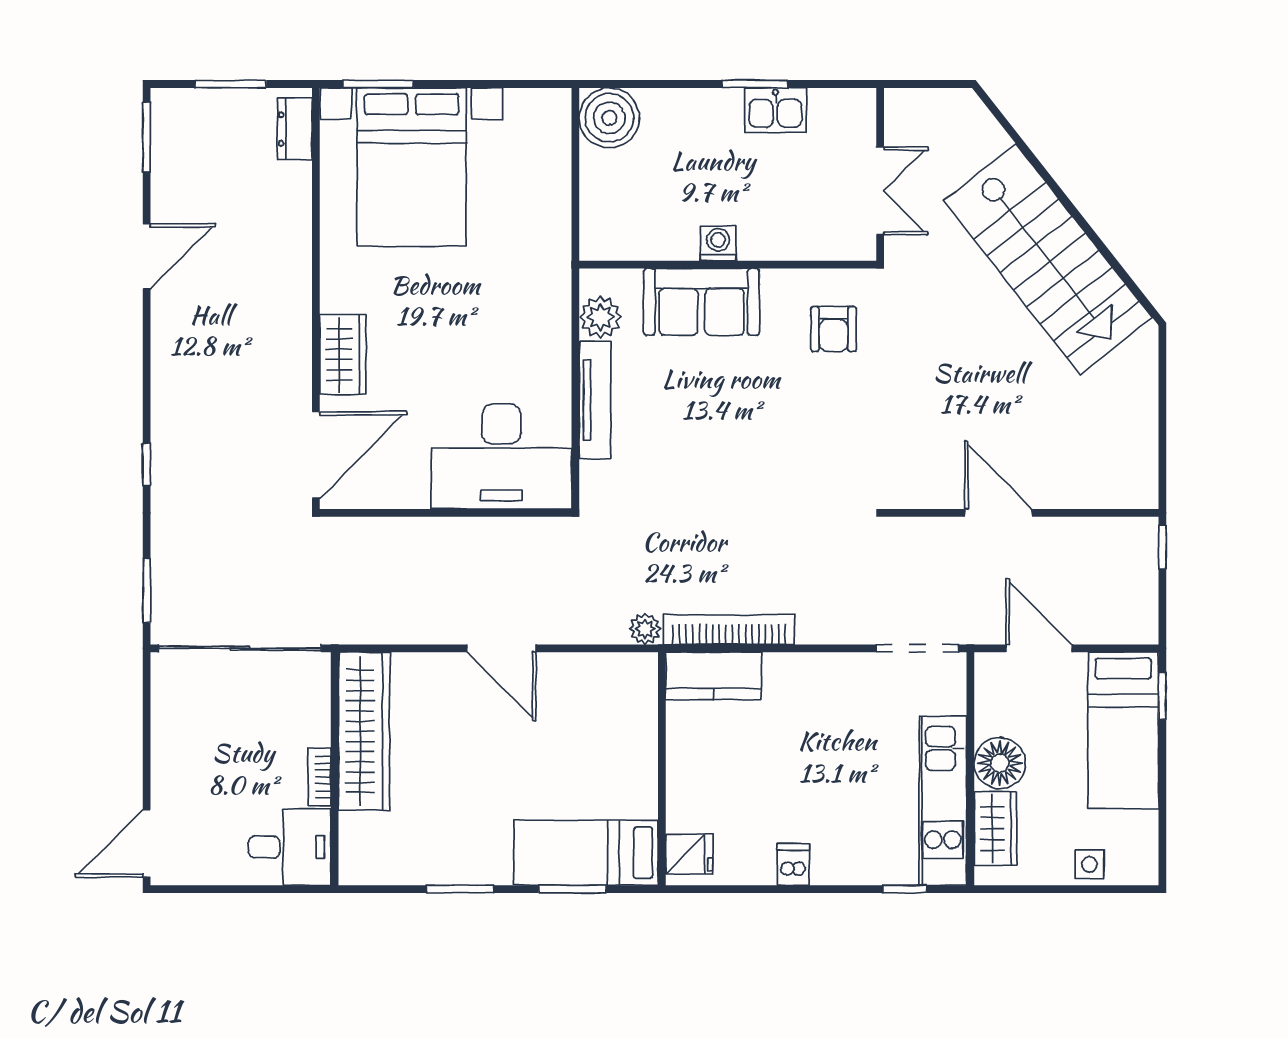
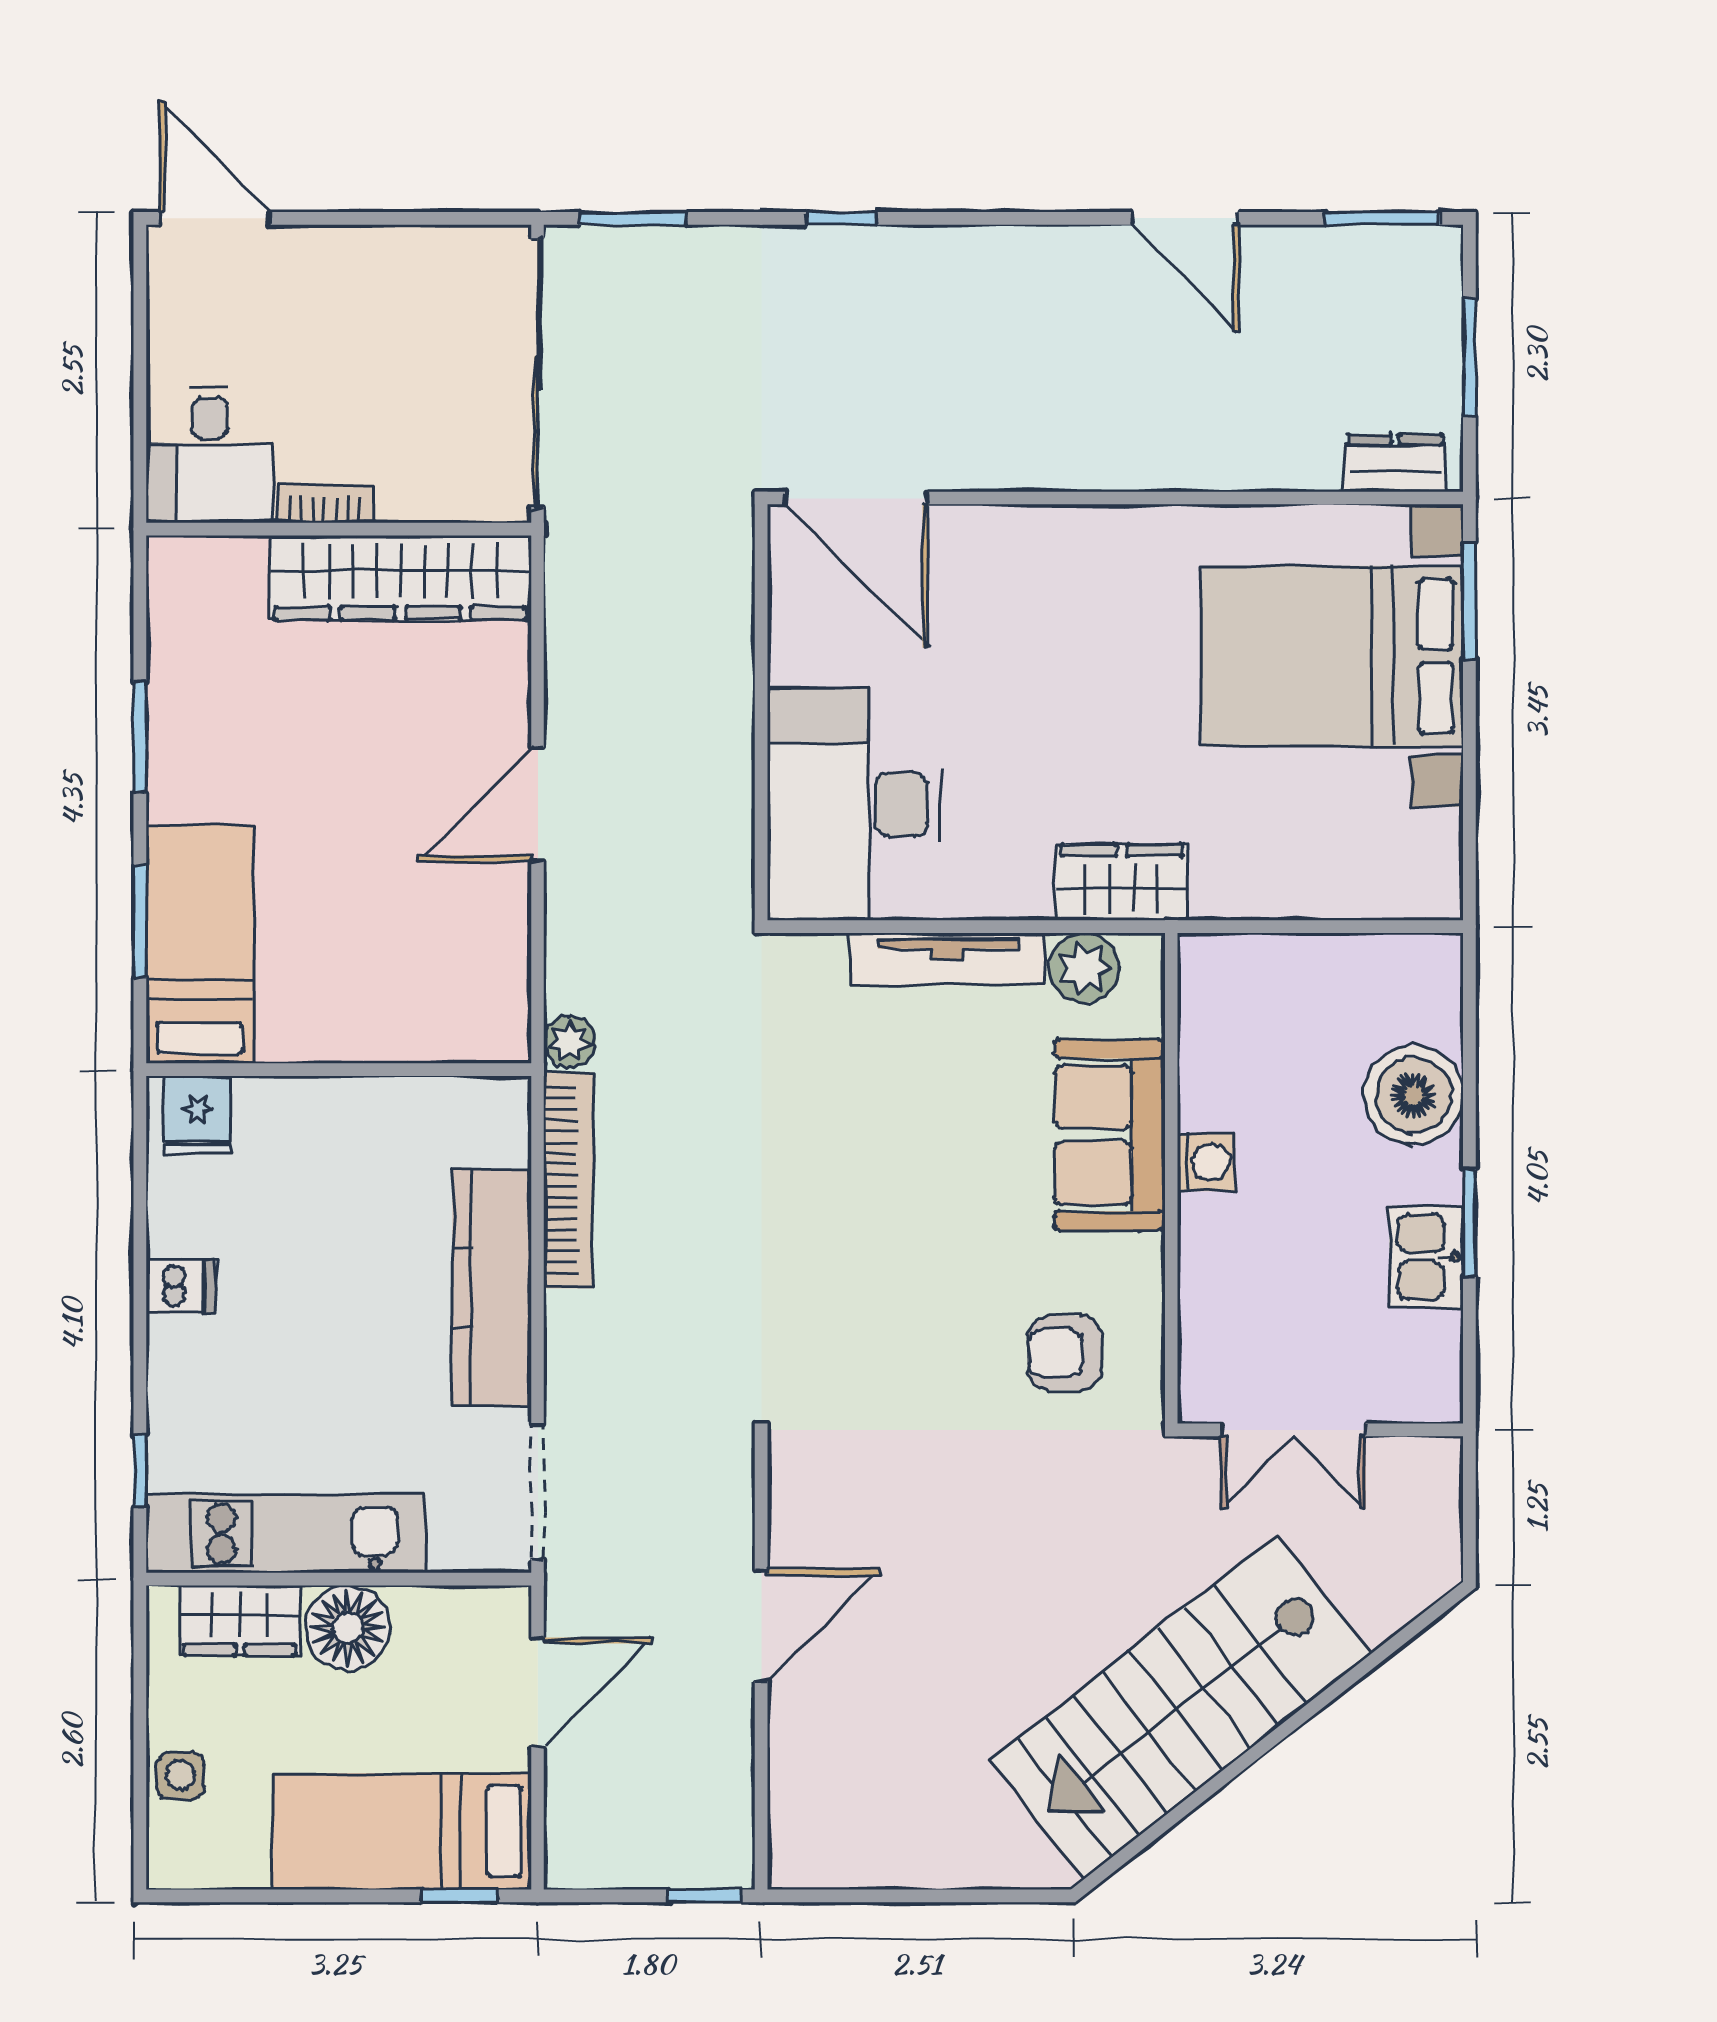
boiler: (609, 118) -> (1414, 1095), moved
wardrobe: (343, 355) -> (1122, 882), moved, turned 180
kitchen counter: (714, 676) -> (492, 1288), moved, width x1.50

